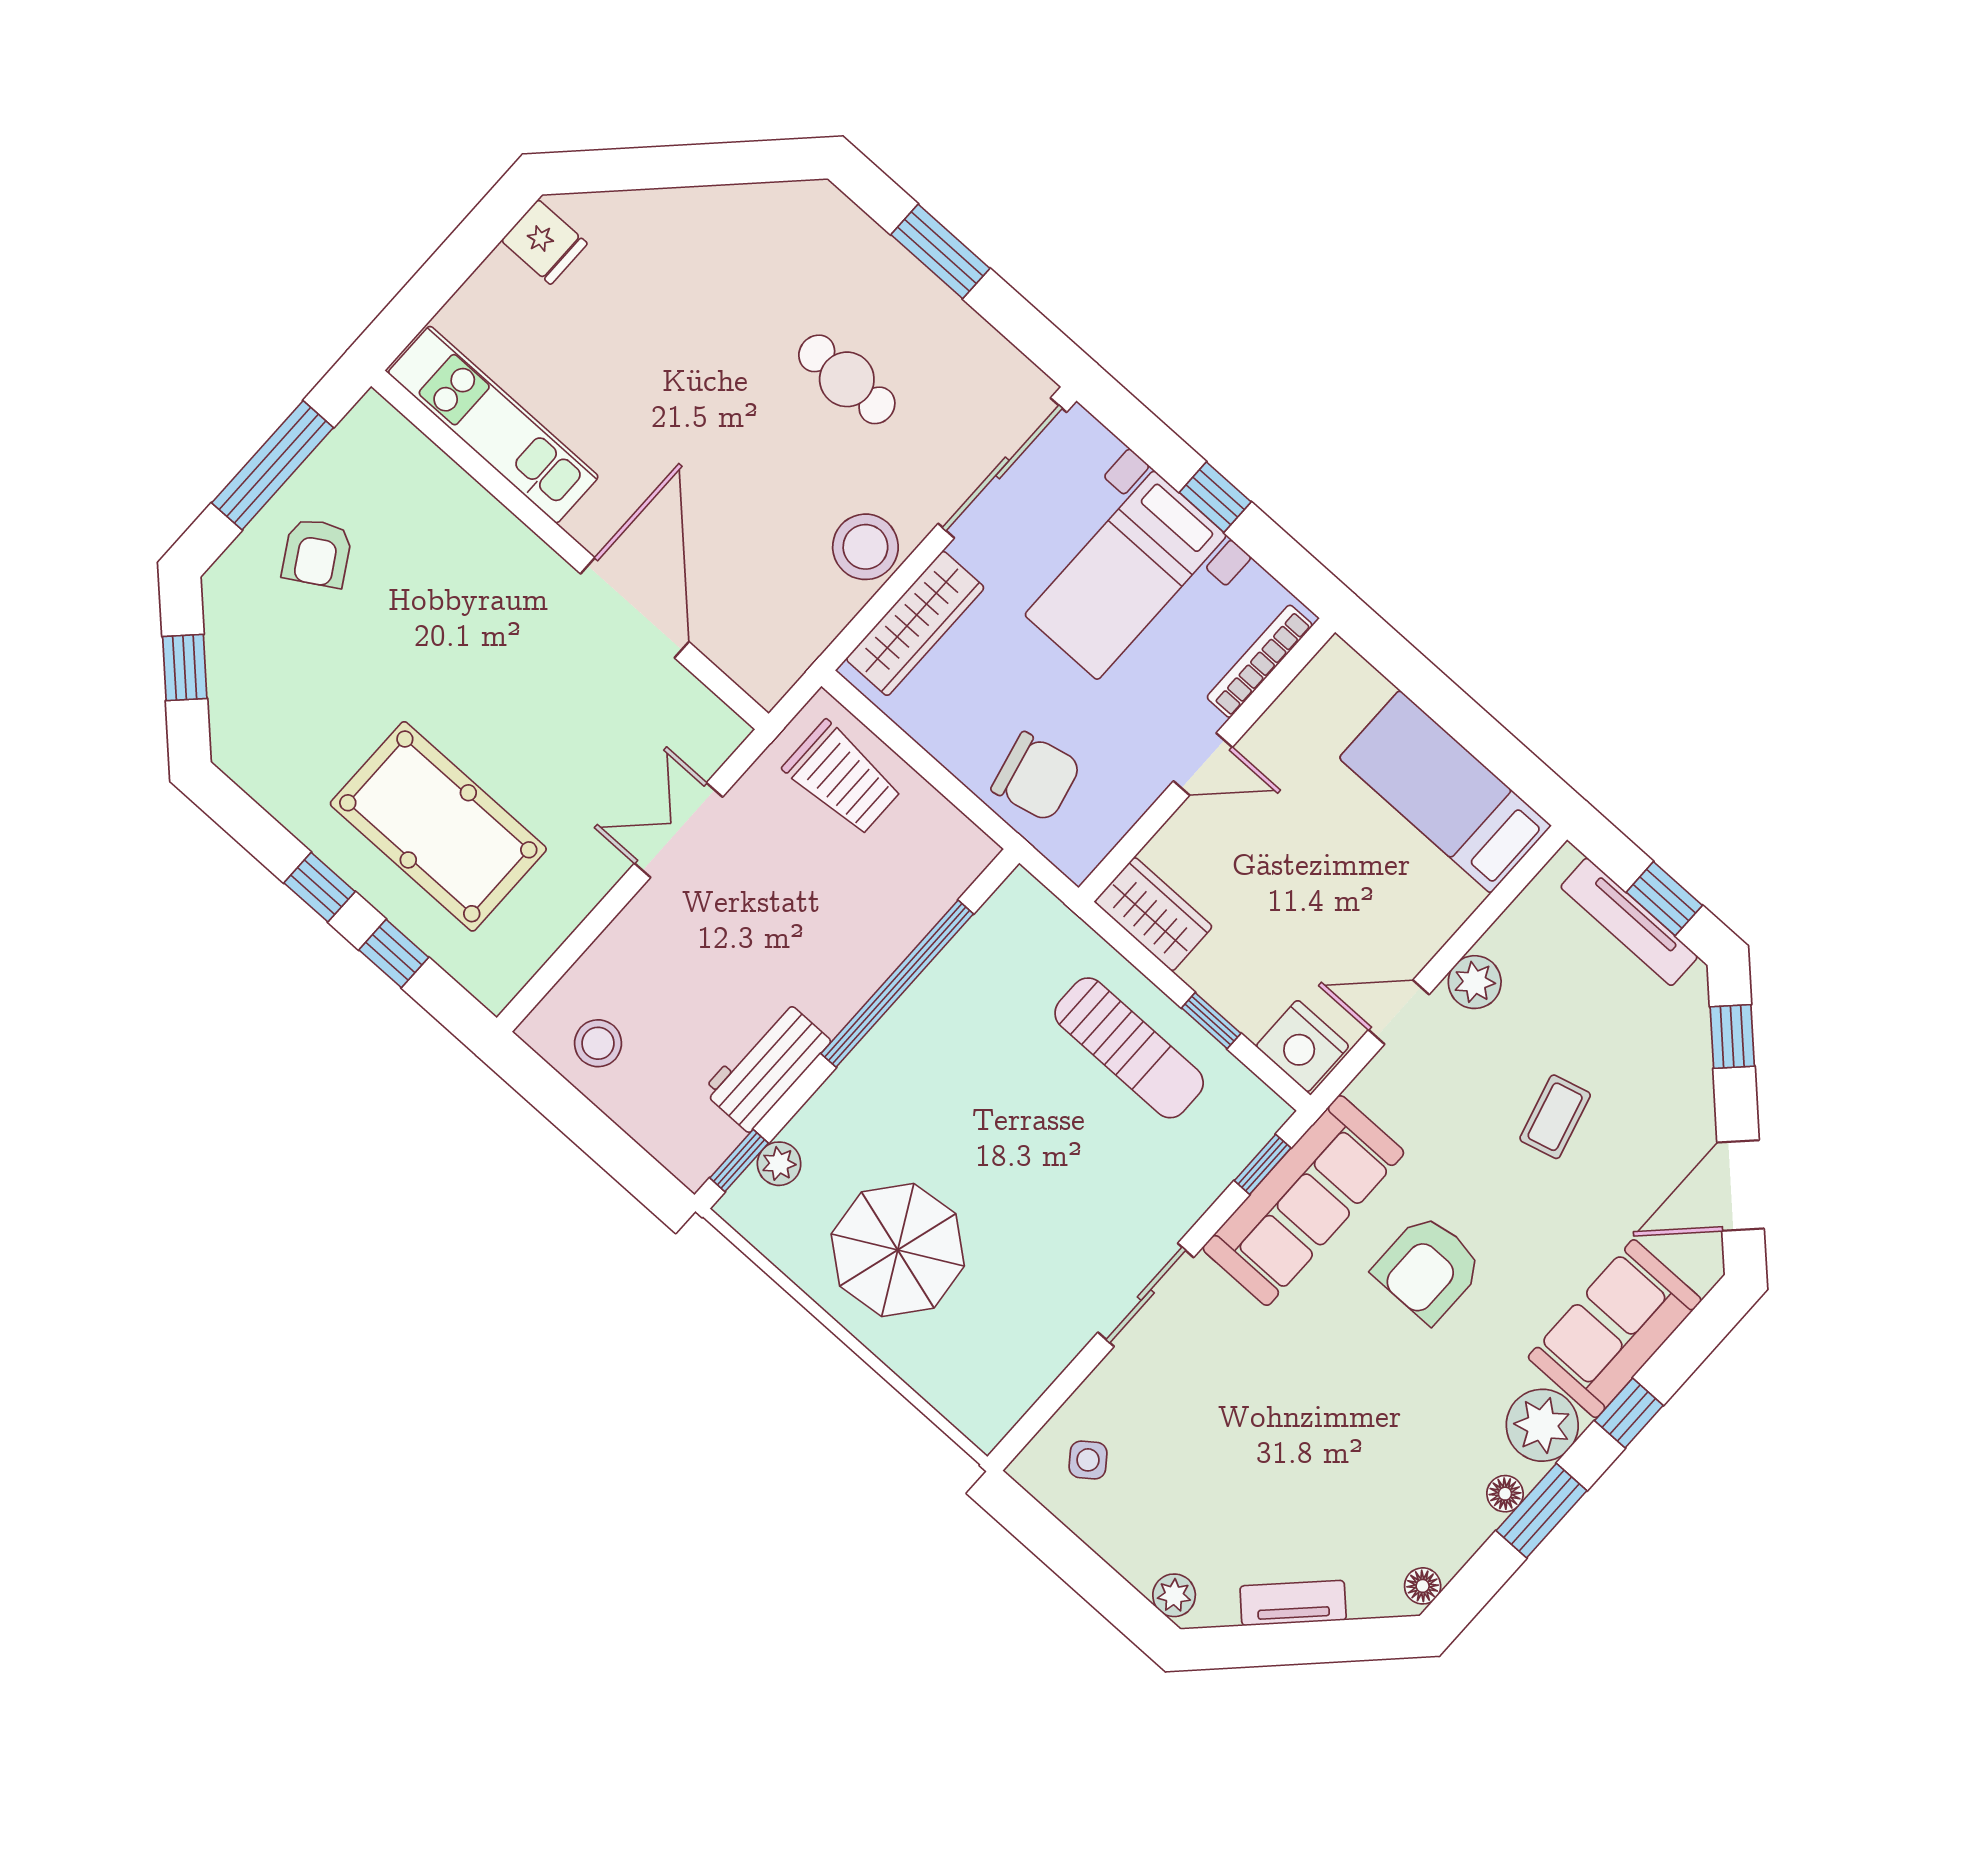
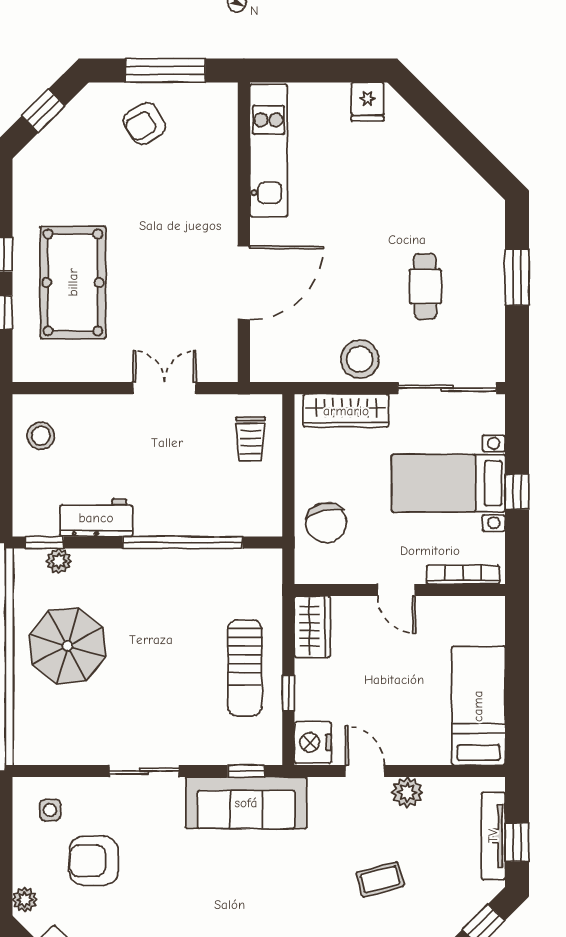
trolley: (842, 778) -> (251, 439), width x0.73, depth x0.72
armchair: (1428, 1268) -> (94, 861), moved
side table: (1088, 1460) -> (50, 810), turned 37

